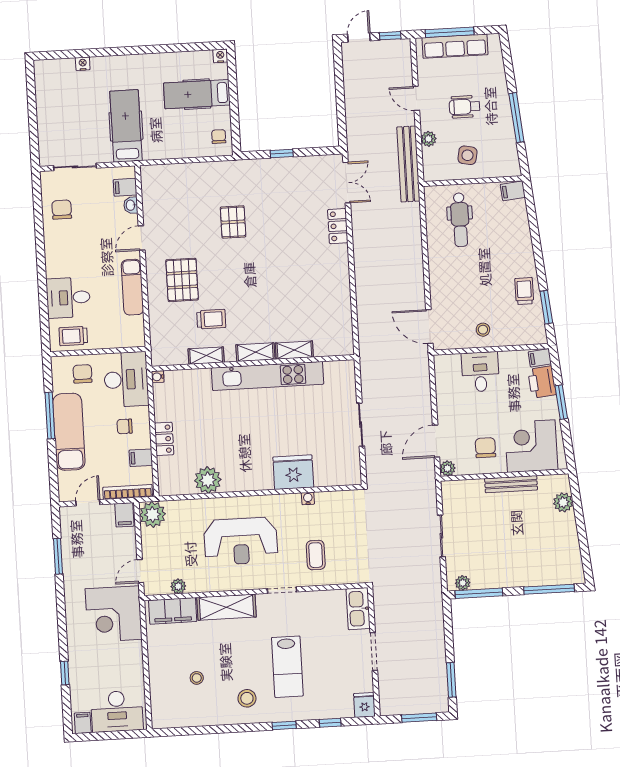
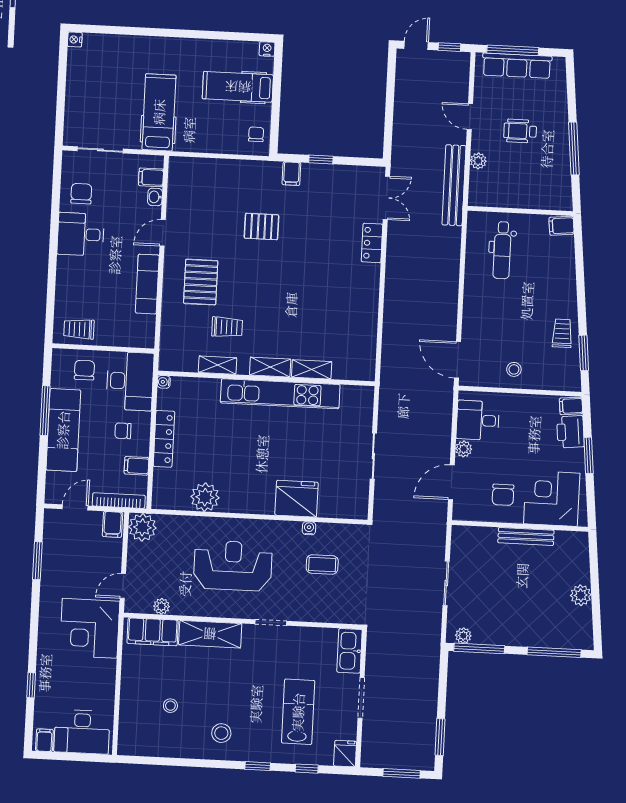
nightstand: (83, 64) -> (75, 40), moved, turned -90
side table: (467, 155) -> (518, 183), removed
filing cabinet: (256, 170) -> (291, 174), added
pallet: (233, 222) -> (261, 227), turned 90
desk: (68, 298) -> (81, 234), moved
desk: (480, 372) -> (478, 420), moved, turned -90
locker: (164, 439) -> (164, 439), width x1.53
chair: (485, 448) -> (503, 495), turned 180
plant: (448, 468) -> (464, 449), moved
plant: (563, 502) -> (581, 595), moved
reception desk: (241, 541) -> (233, 566), turned 180
coffee table: (316, 555) -> (322, 564), moved, turned 90
lab bench: (287, 667) -> (298, 712), moved, turned 180

